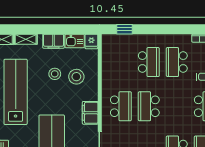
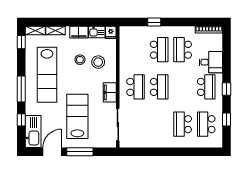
window: (125, 29) -> (154, 22), moved
lab bench: (16, 92) -> (47, 75), turned 180
school desk: (149, 106) -> (159, 87), turned 180

